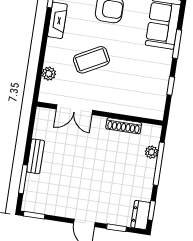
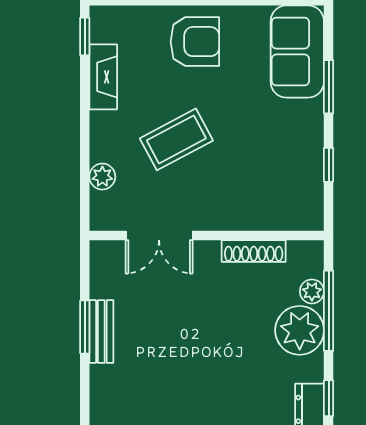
plant: (142, 172) -> (300, 330), added
window: (23, 179) -> (85, 327), moved

